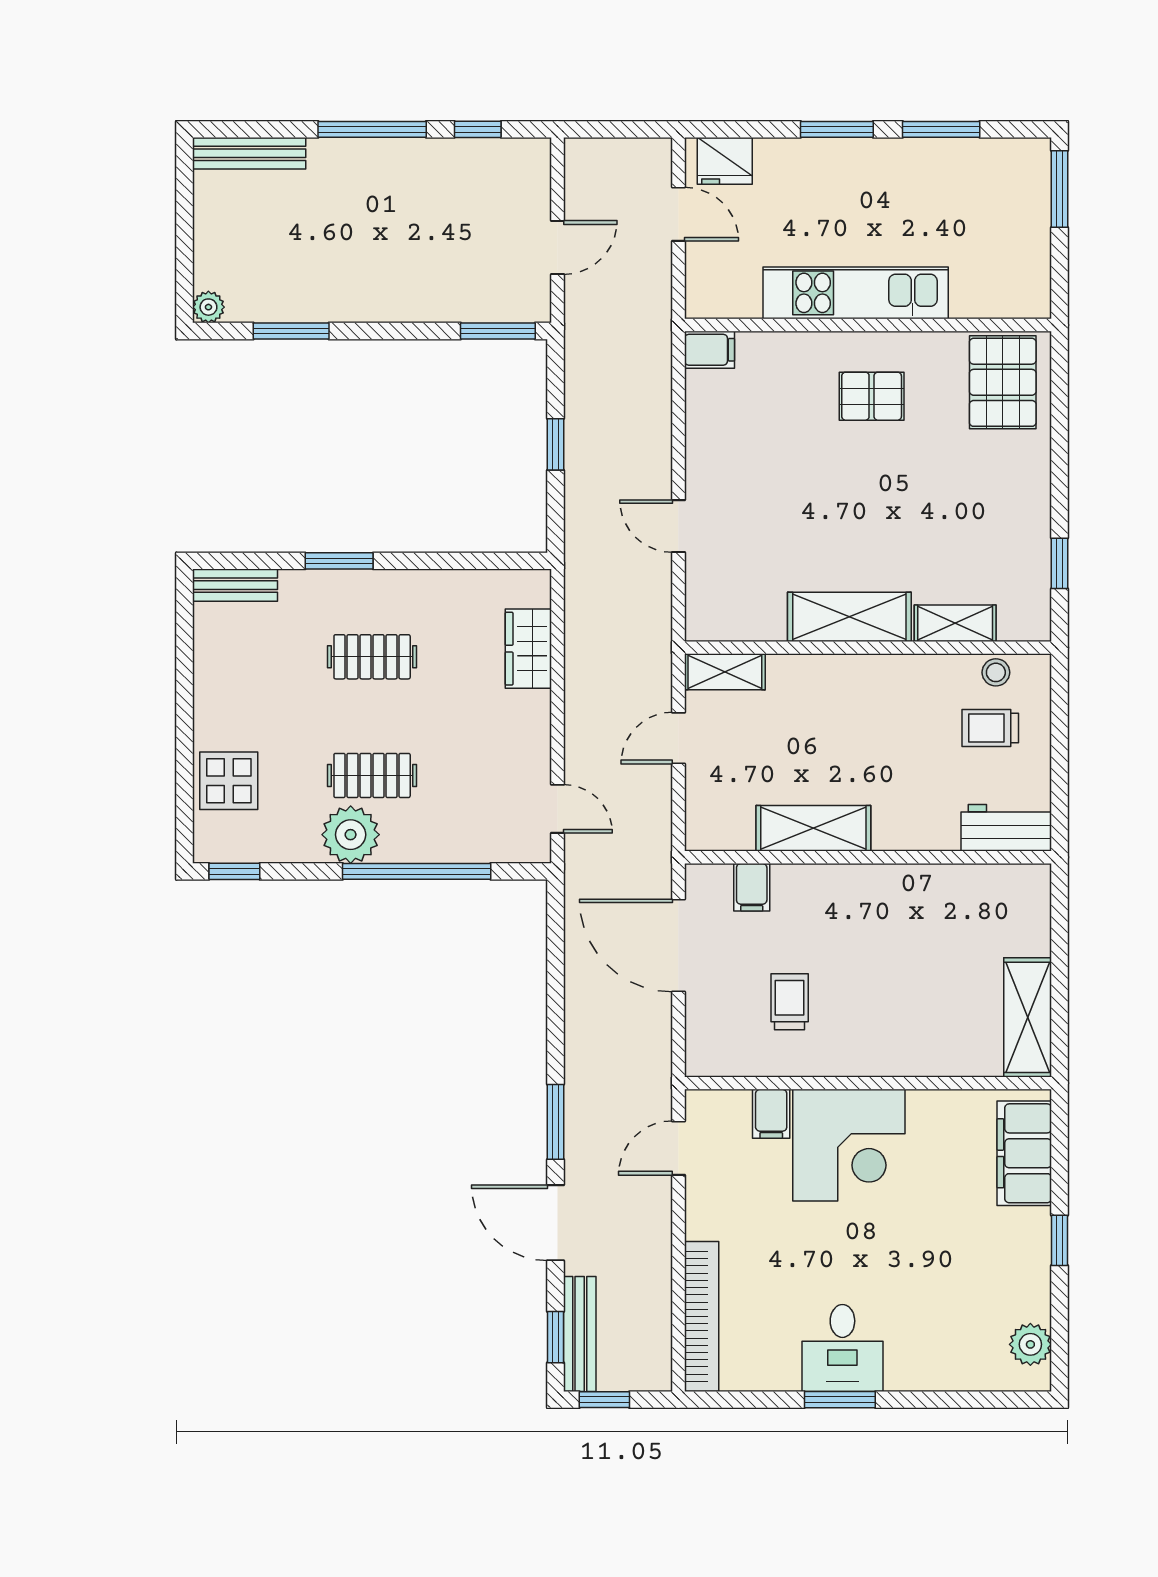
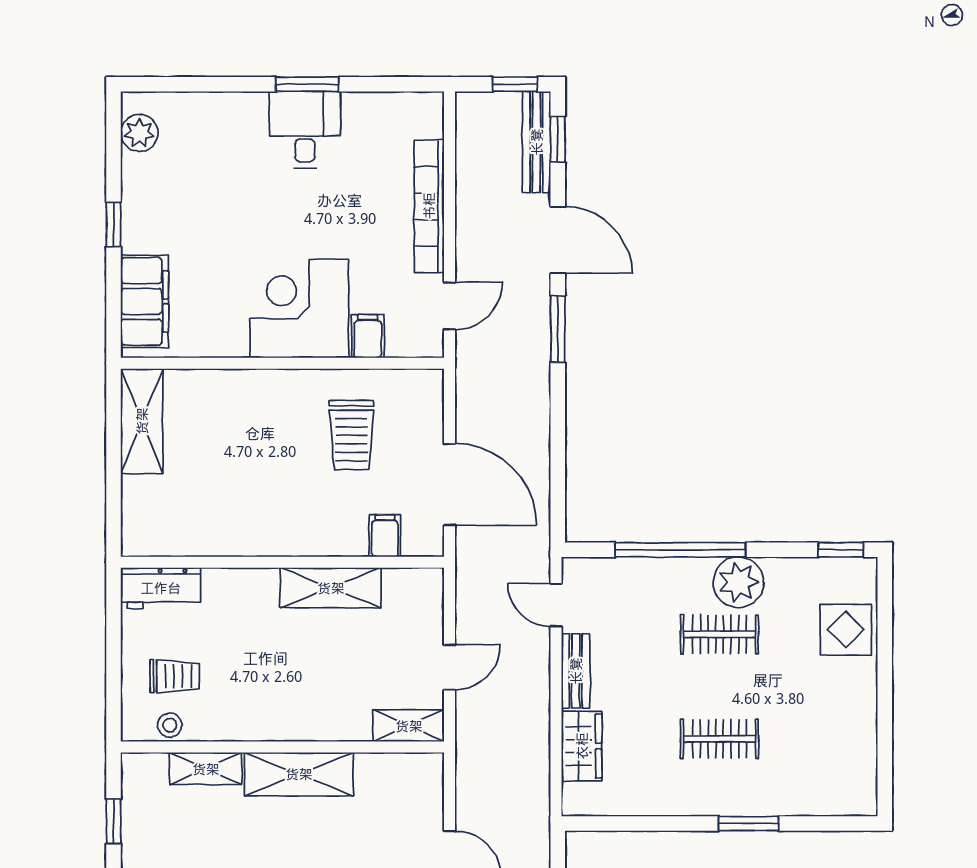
bench: (235, 585) -> (576, 671), moved, turned 90
trolley: (790, 1002) -> (352, 435), width x1.36, depth x1.39
bookcase: (702, 1316) -> (429, 206), moved

